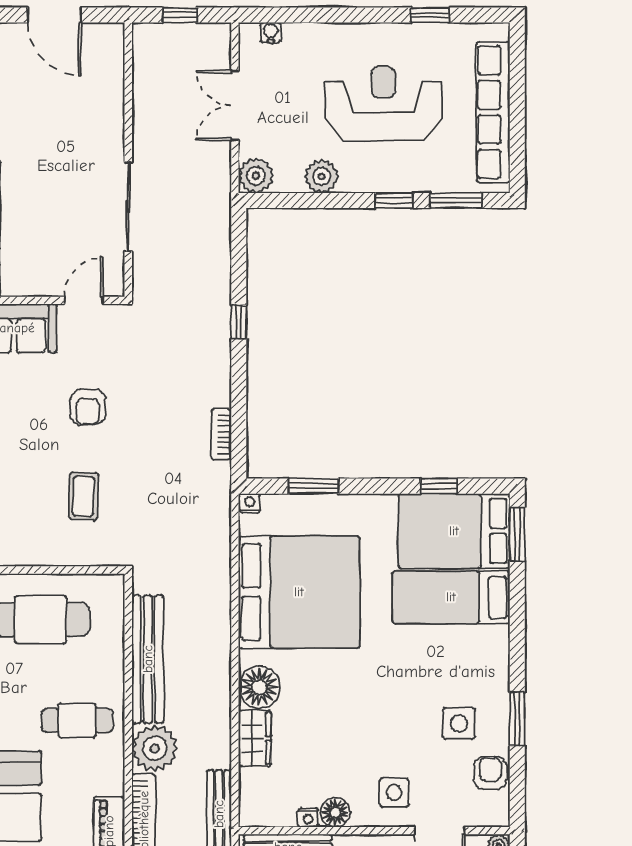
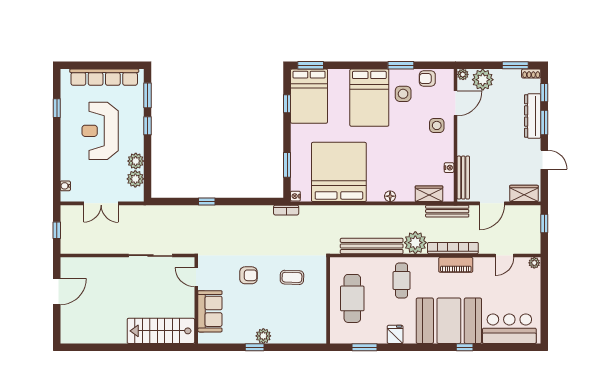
plant: (256, 176) -> (135, 179), moved
bookcase: (221, 434) -> (286, 210), moved
bed: (451, 597) -> (369, 98), moved, width x1.50
floor lamp: (259, 687) -> (390, 196), width x0.53, depth x0.53
wardrobe: (255, 738) -> (429, 194), moved
floor lamp: (335, 812) -> (447, 154), removed

